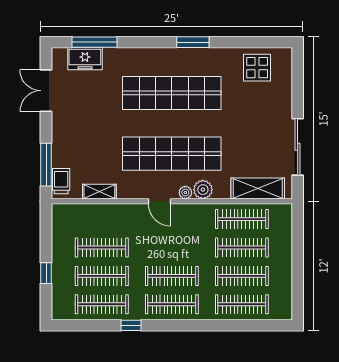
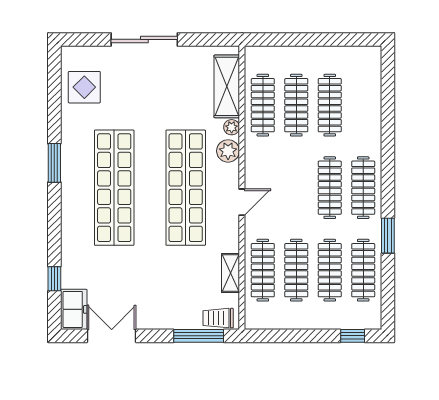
window: (94, 42) -> (54, 279), width x0.46
freezer: (85, 59) -> (74, 309), moved
double door: (46, 91) -> (112, 336), swing flipped
sliding door: (298, 147) -> (144, 39), moved
plant: (185, 193) -> (232, 127), moved
window: (46, 273) -> (353, 336), moved
clothes rail: (242, 304) -> (263, 270), moved
window: (131, 325) -> (388, 236), width x1.50

